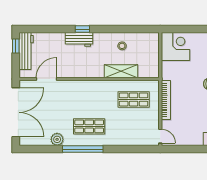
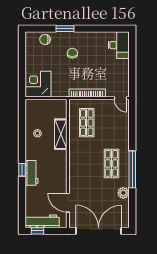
door: (160, 136) -> (120, 98), swing flipped

